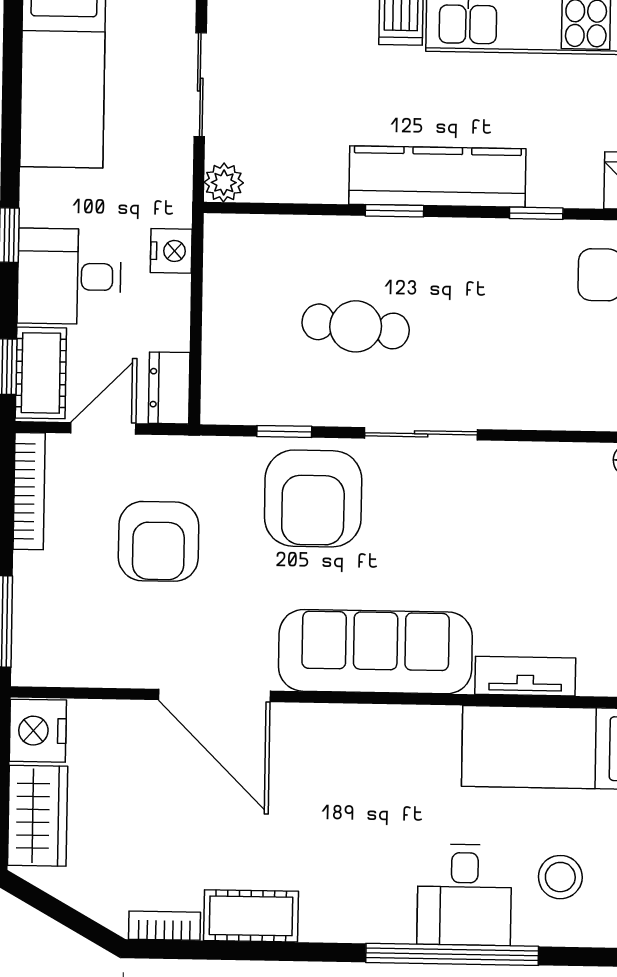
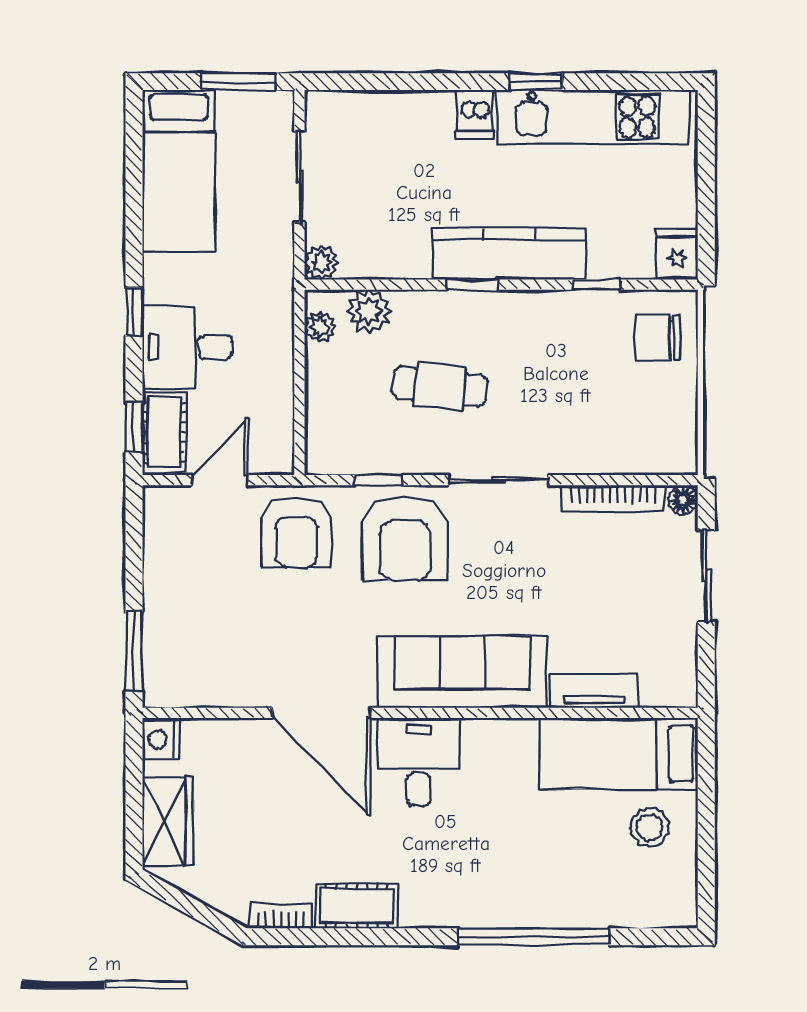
plant: (277, 239) -> (369, 311), added
nightstand: (171, 251) -> (277, 323), removed
plant: (221, 256) -> (320, 327), added
dresser: (169, 388) -> (277, 444), removed
bookcase: (29, 491) -> (613, 498), moved, turned 90
armchair: (159, 541) -> (296, 532), moved
nightstand: (38, 731) -> (161, 739), width x0.74, depth x0.75
stool: (560, 877) -> (650, 828), moved
desk: (464, 895) -> (418, 762), moved, turned 180

